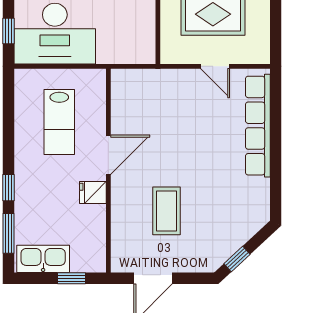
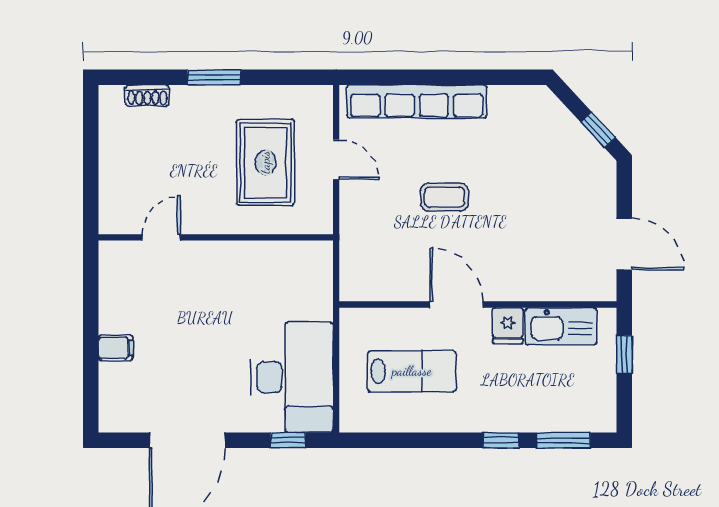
door: (215, 66) -> (336, 159), hinge flipped
coffee table: (167, 211) -> (444, 197), moved, width x0.73, depth x0.77
kitchen sink: (43, 259) -> (561, 326), moved, turned -90

